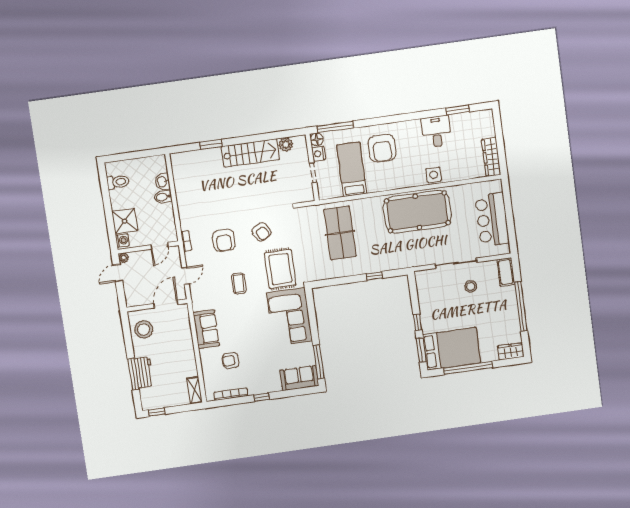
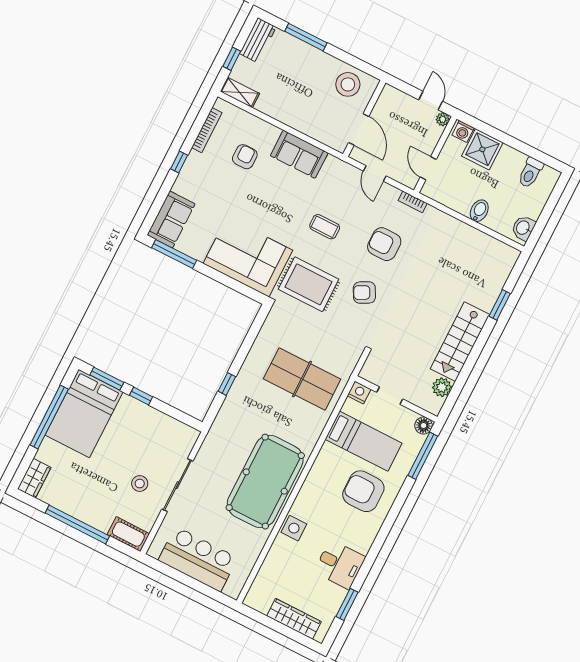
nightstand: (319, 154) -> (359, 392), moved
wardrobe: (491, 157) -> (294, 619), moved
washbasin: (162, 182) -> (523, 228), moved, turned -90
workbench: (144, 372) -> (258, 40), moved, turned -90
window: (157, 412) -> (232, 59), moved

